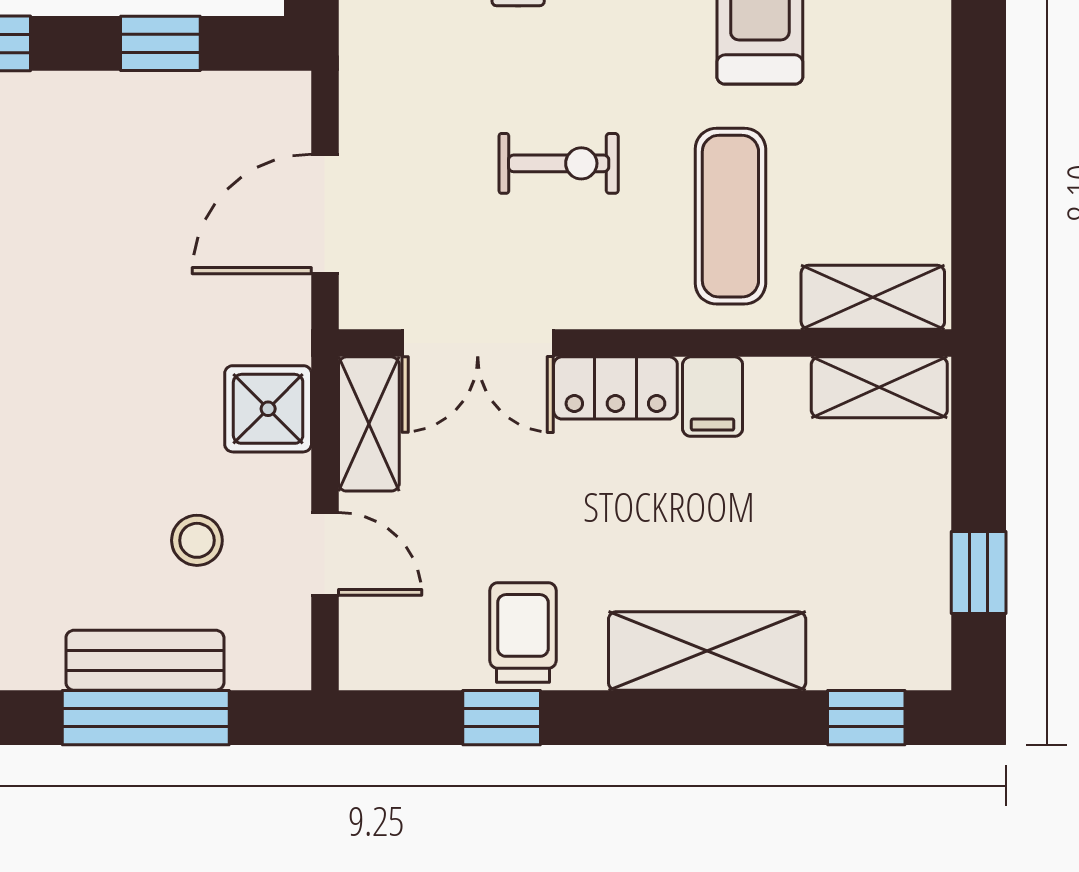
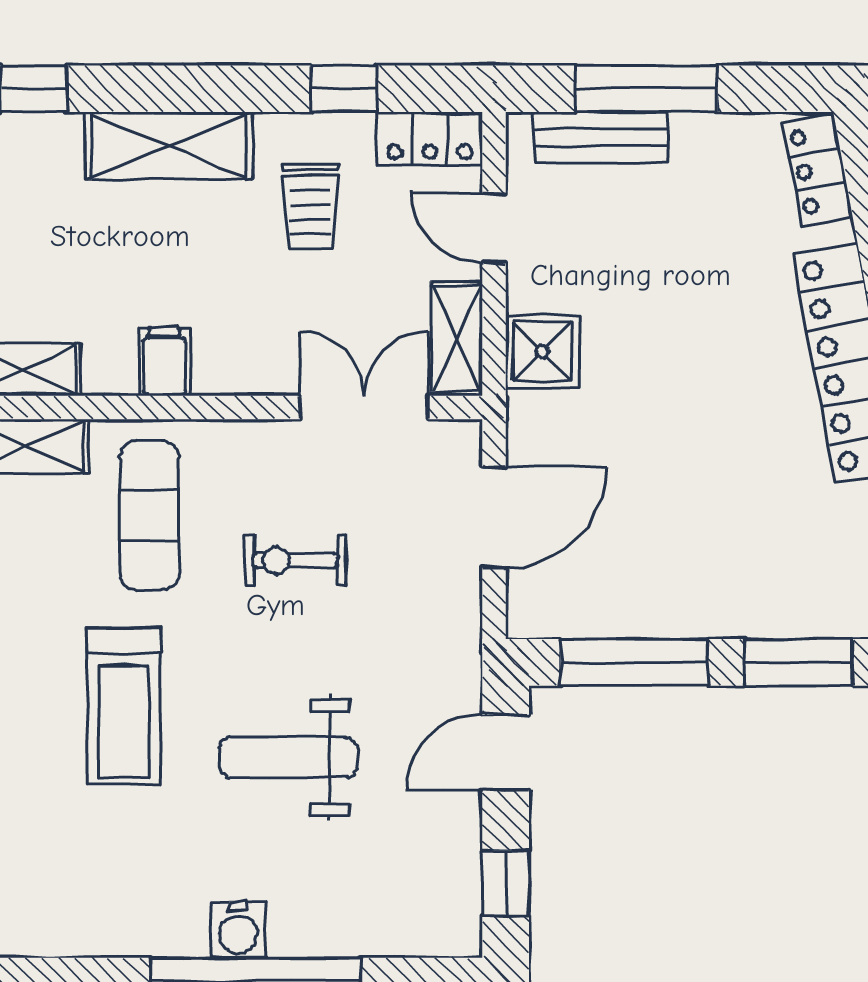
window: (160, 43) -> (634, 662), width x2.17
locker: (615, 388) -> (430, 138), moved, turned 180
stool: (197, 540) -> (603, 240), removed
trolley: (523, 632) -> (310, 206), moved
bench: (145, 660) -> (601, 138), moved

